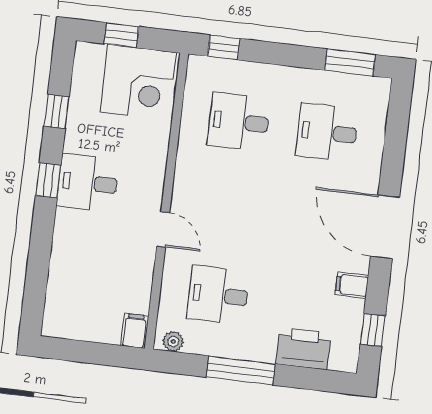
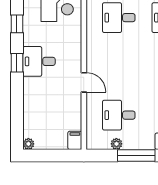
plant: (52, 327) -> (28, 144), added
plant: (173, 341) -> (116, 144), moved

